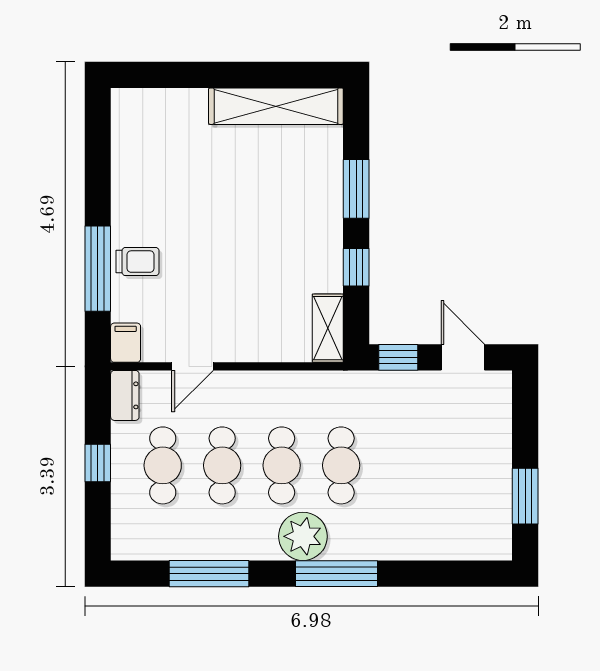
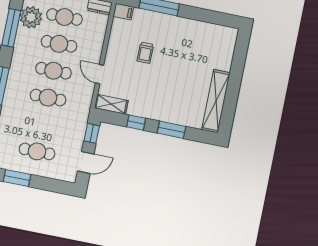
trolley: (138, 262) -> (145, 53), moved
door: (192, 366) -> (99, 74), moved
cafe table: (460, 465) -> (37, 151), added
plant: (303, 536) -> (31, 17), moved

